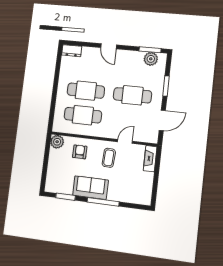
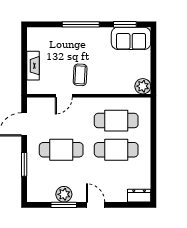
window: (150, 50) -> (64, 205), moved
plant: (151, 59) -> (64, 194), moved
armchair: (80, 152) -> (115, 78), removed
fireplace: (150, 159) -> (33, 66), moved
sofa: (90, 188) -> (131, 38), moved

